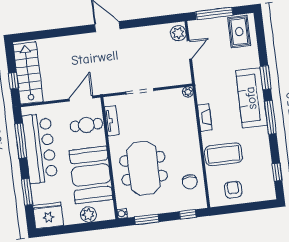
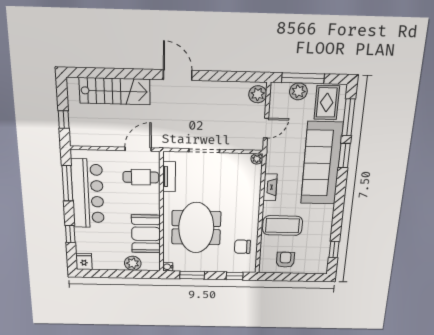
plant: (213, 25) -> (298, 91), added
door: (189, 50) -> (266, 128), moved
stairs: (28, 73) -> (115, 91), moved, turned 90
sofa: (251, 98) -> (322, 163), width x1.36, depth x1.27
window: (270, 117) -> (348, 117), moved
booth: (91, 175) -> (146, 234), width x0.73, depth x0.70
chair: (190, 182) -> (242, 247), turned 90
window: (27, 192) -> (70, 234), width x0.67
fridge: (48, 215) -> (84, 261), width x0.53, depth x0.75

